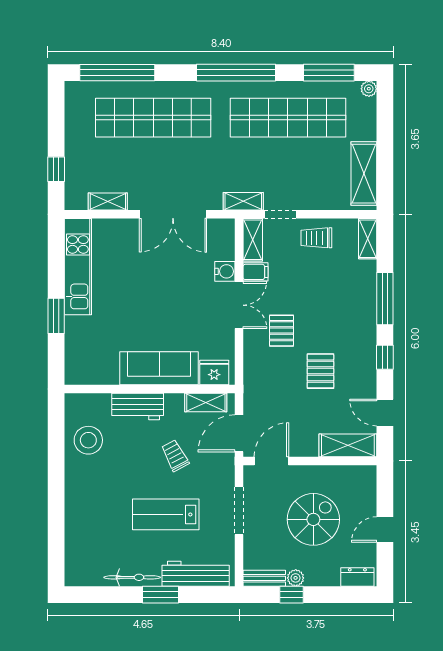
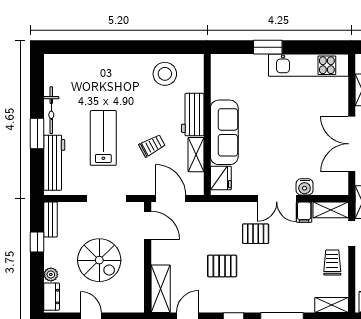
shelving: (206, 403) -> (196, 155), moved
plant: (296, 578) -> (51, 274), moved

